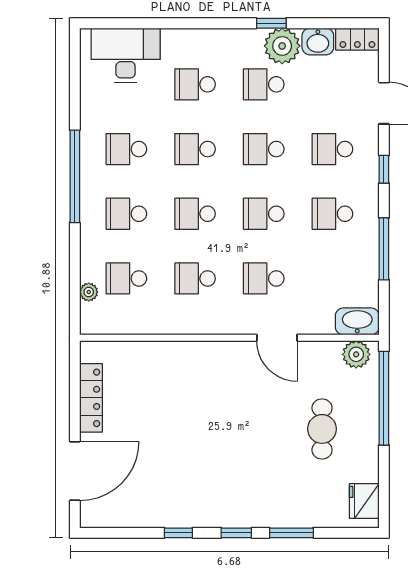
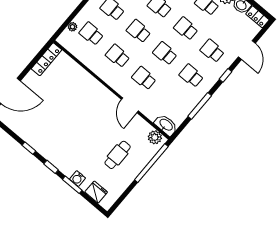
locker: (91, 398) -> (46, 59), moved
fridge: (364, 501) -> (96, 192), moved, turned 90
water cooler: (291, 516) -> (78, 179), added

